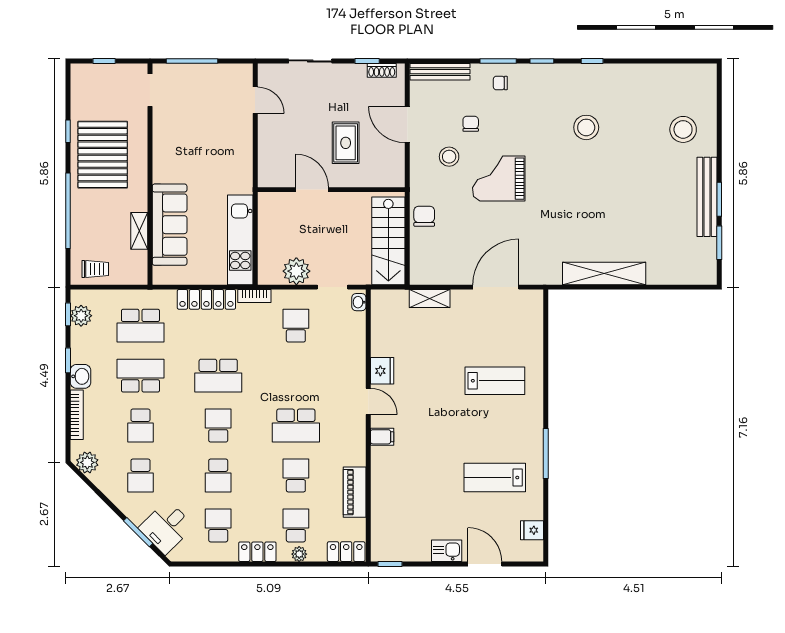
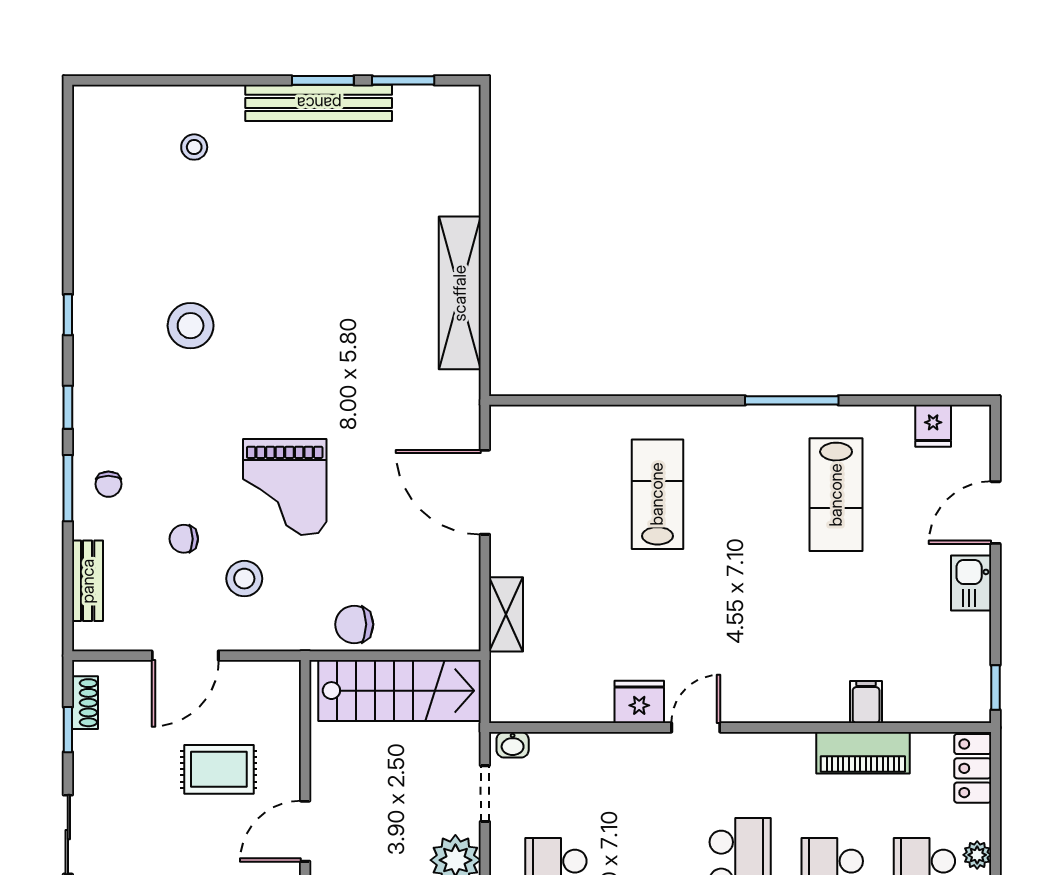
bench: (440, 72) -> (88, 581), width x0.73
stool: (683, 129) -> (194, 147), width x0.53, depth x0.53
filing cabinet: (382, 437) -> (866, 702), moved

